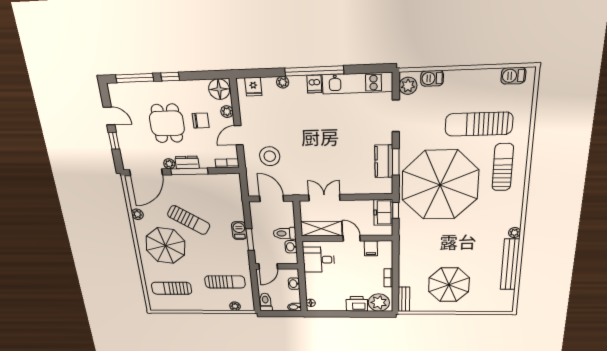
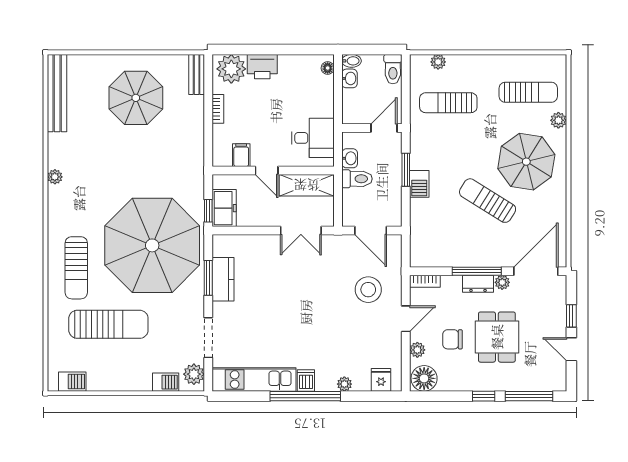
plant: (137, 214) -> (558, 120), moved
bench: (510, 265) -> (57, 93), moved
washbasin: (294, 284) -> (349, 78), moved

